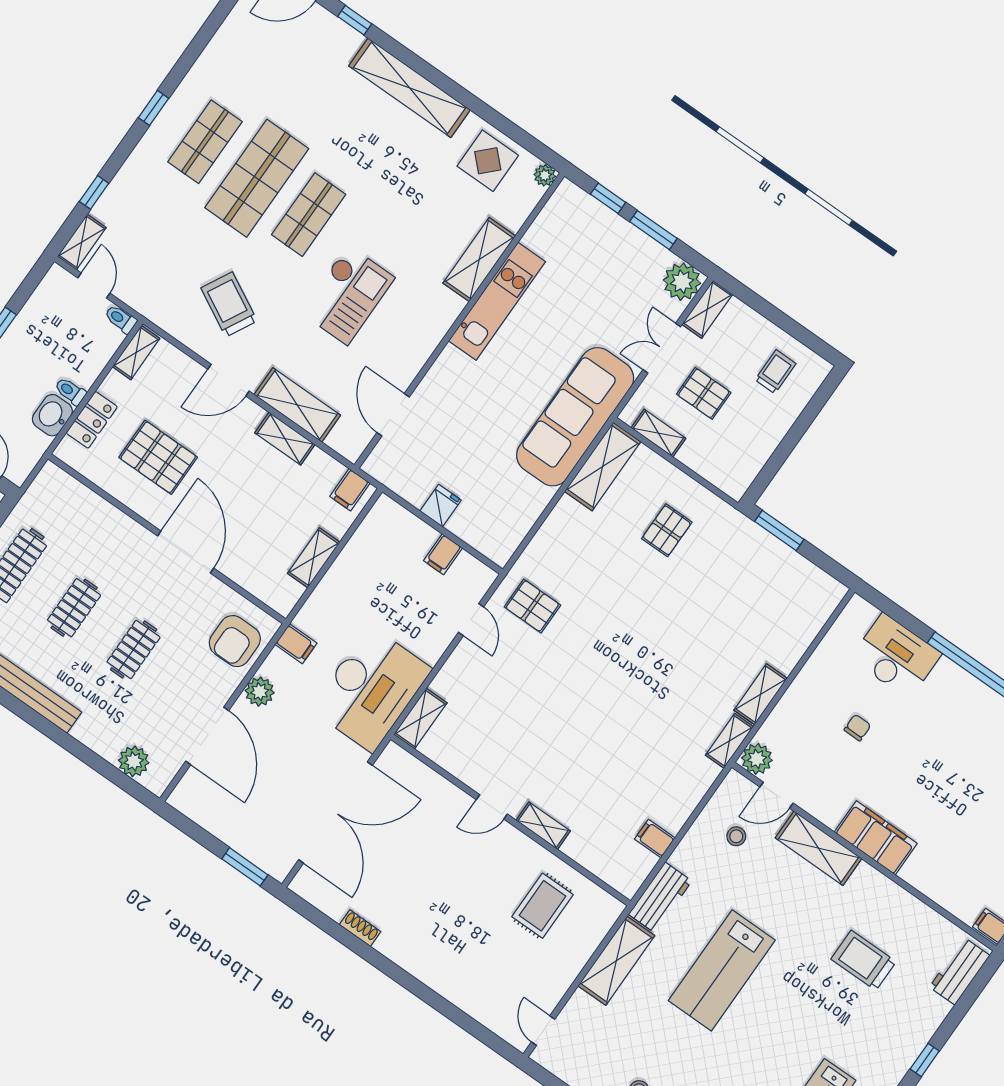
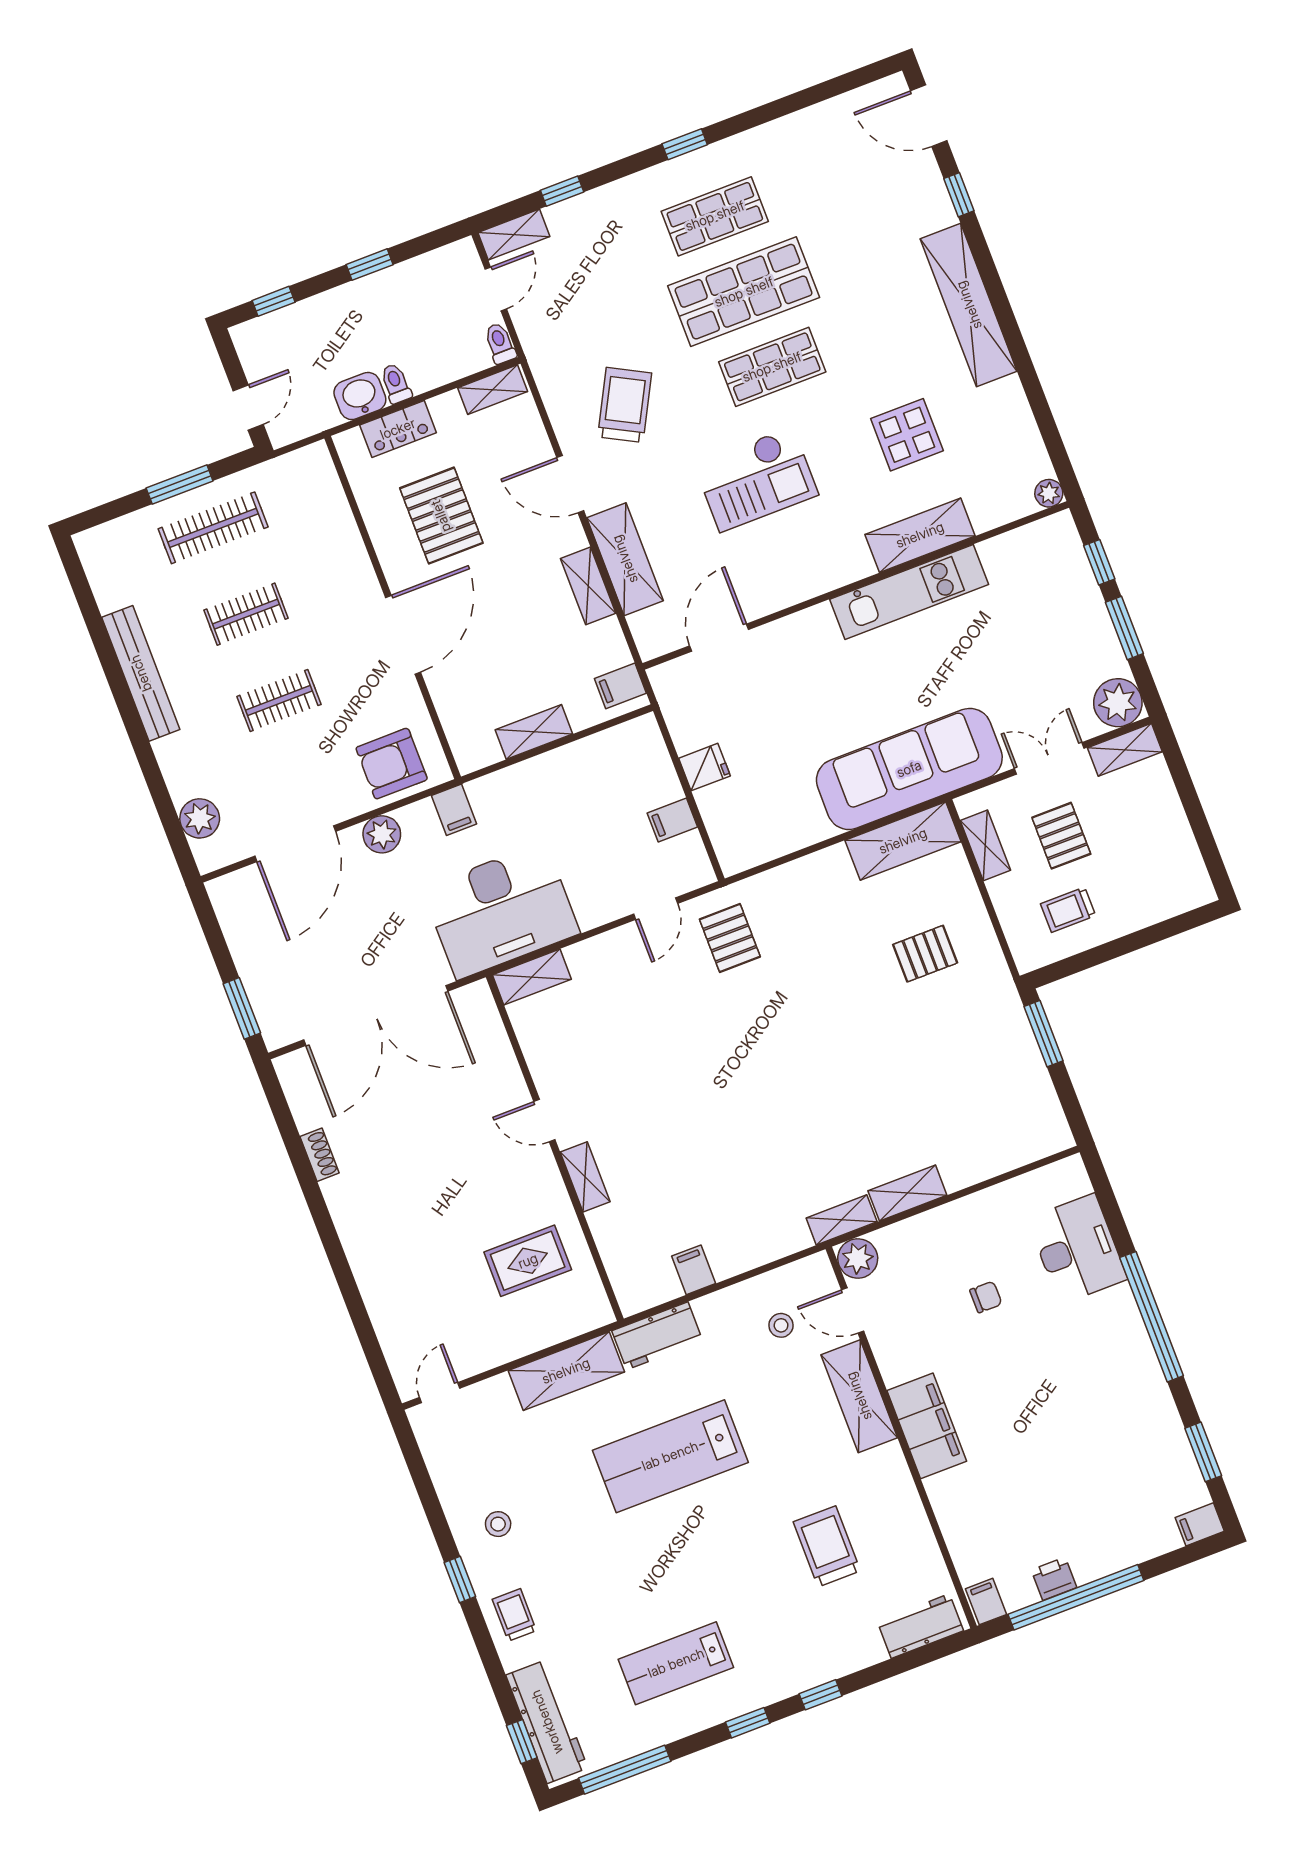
display table: (488, 161) -> (907, 435), moved
trolley: (775, 372) -> (1068, 910), moved, turned 180

